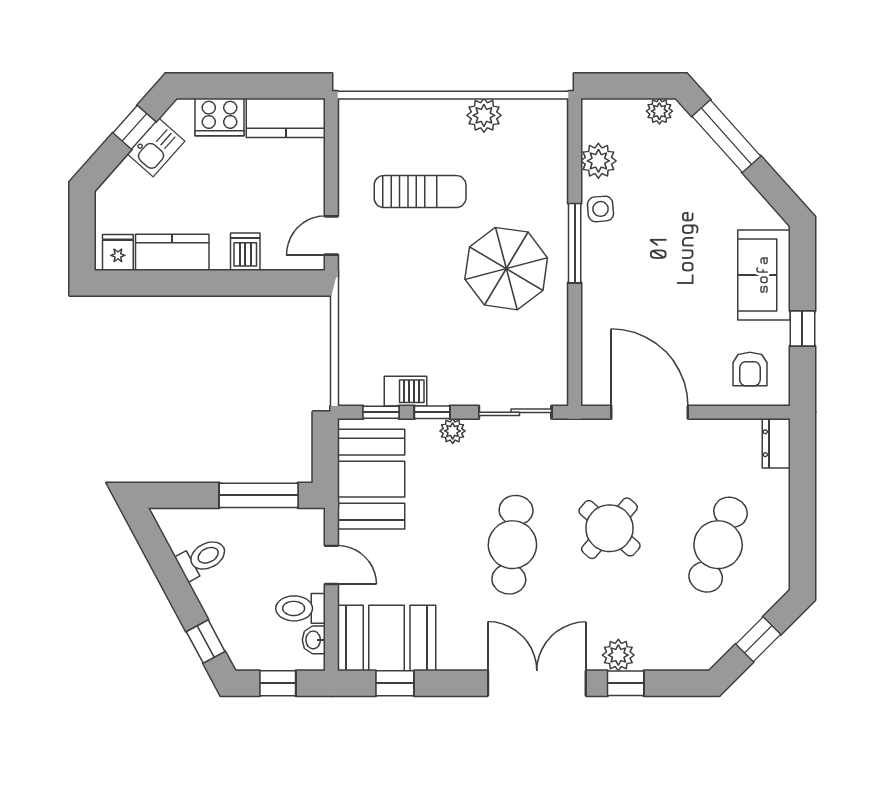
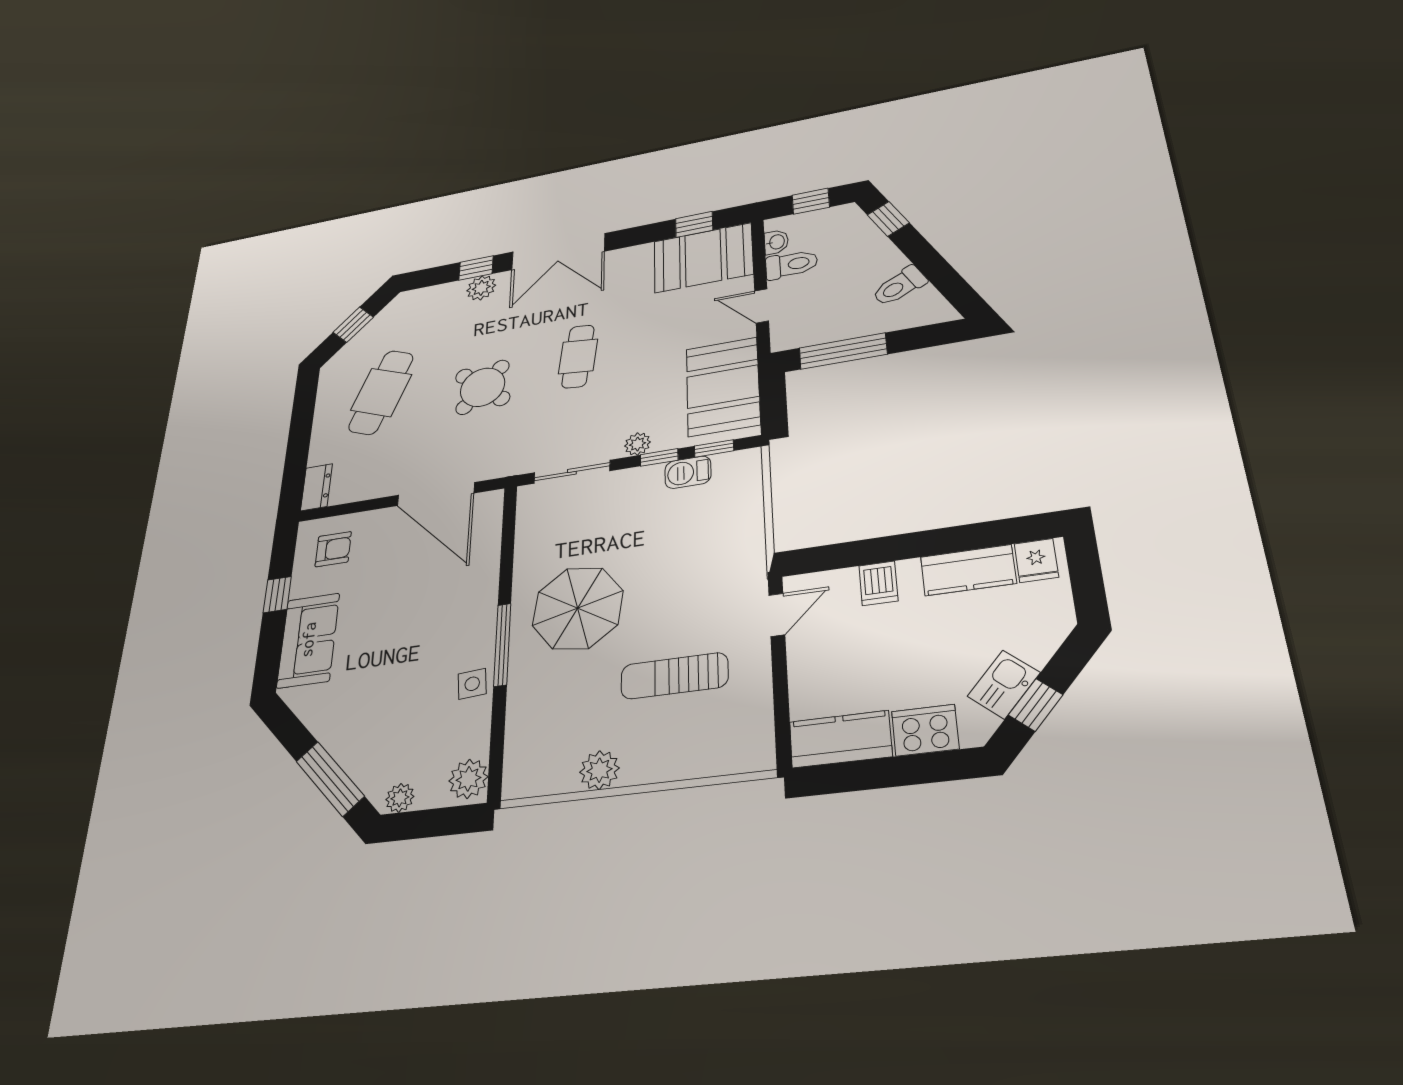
plant: (598, 161) -> (468, 779), moved
armchair: (750, 369) -> (333, 549), turned 90
cafe table: (512, 545) -> (578, 356), width x0.73, depth x0.74

